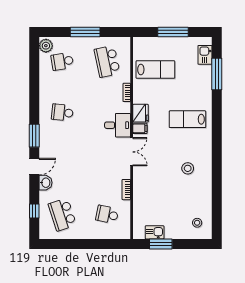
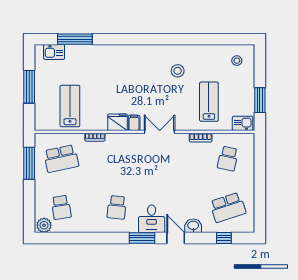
window: (85, 32) -> (29, 163), moved
lab bench: (187, 119) -> (209, 102), moved, turned 180
desk: (118, 125) -> (152, 219), moved, turned 180
kitchen sink: (155, 232) -> (243, 123), moved, turned 90

